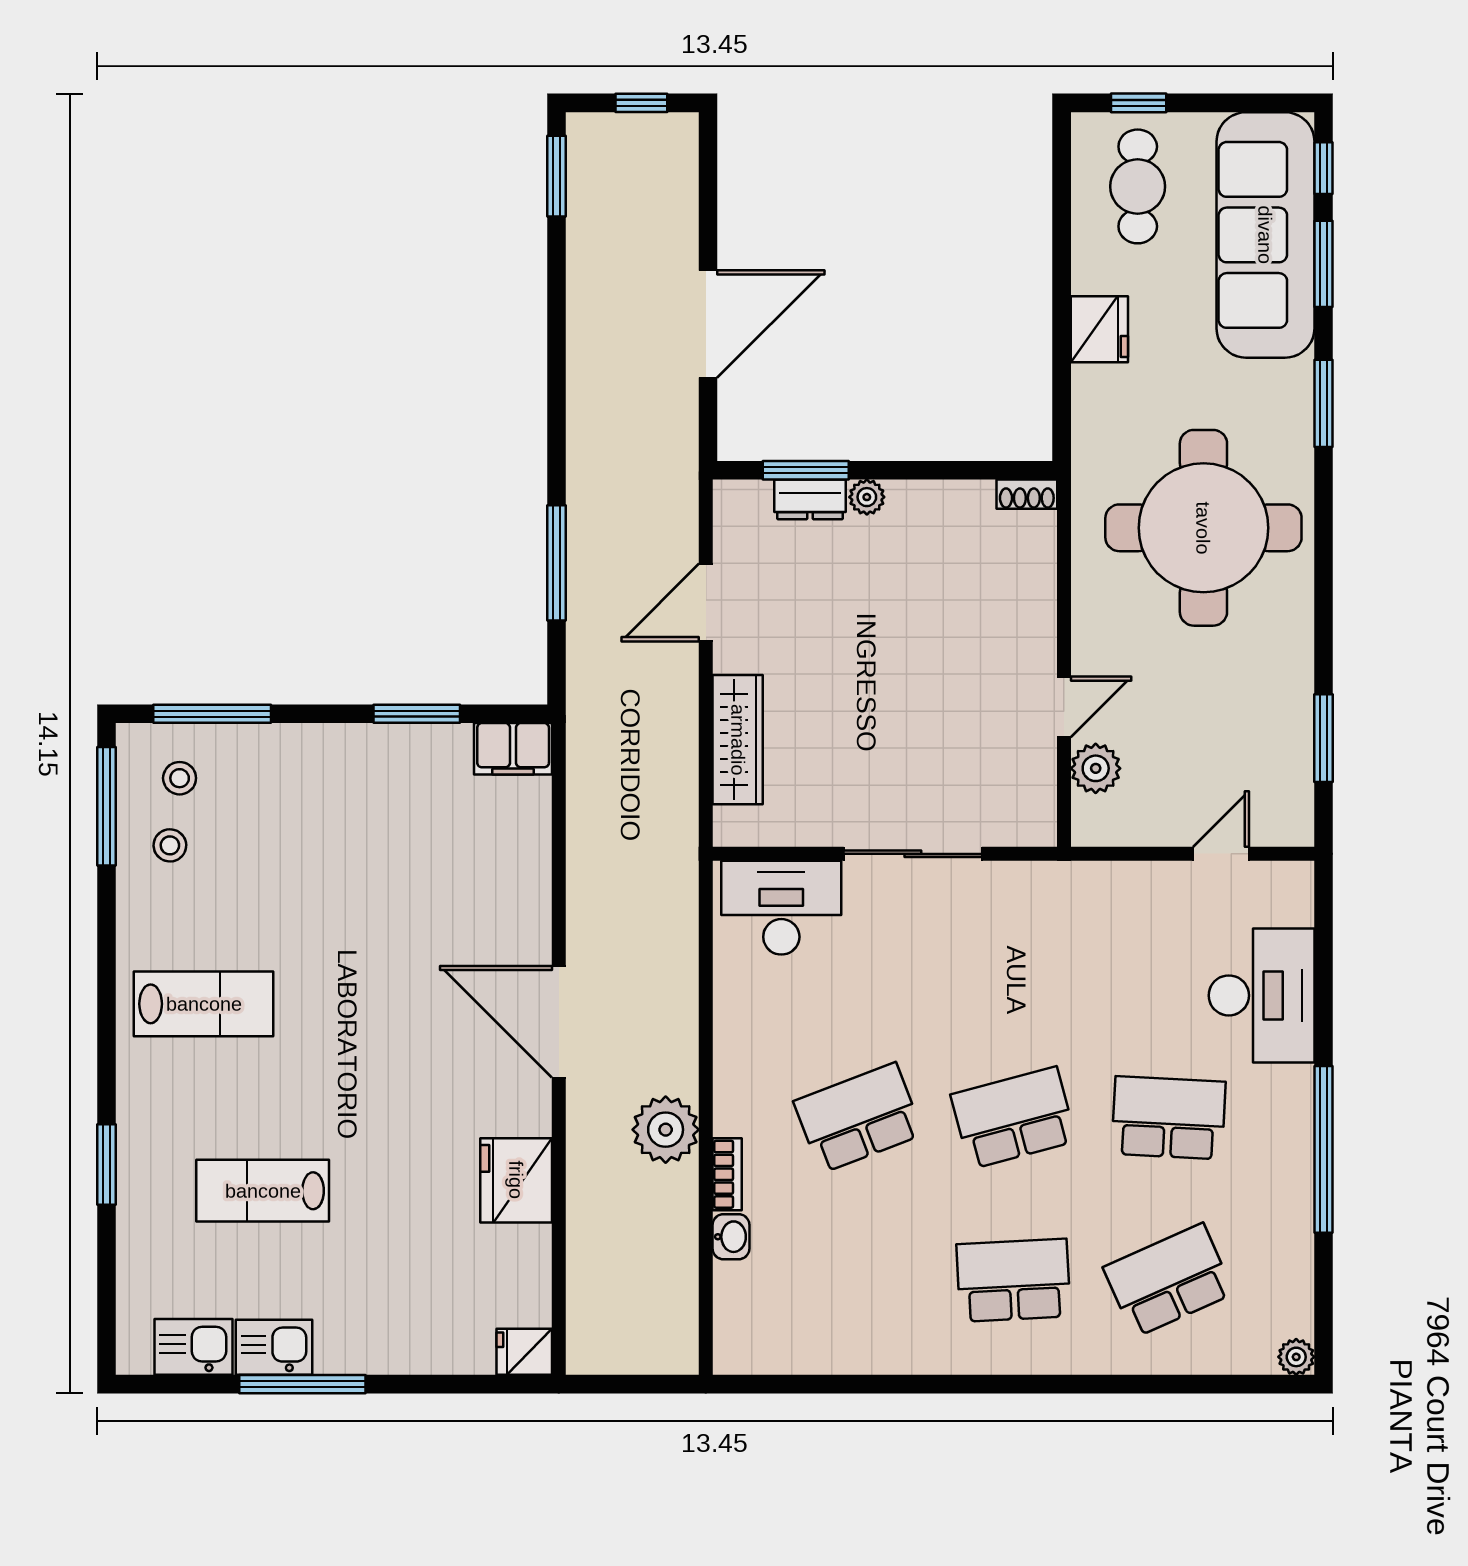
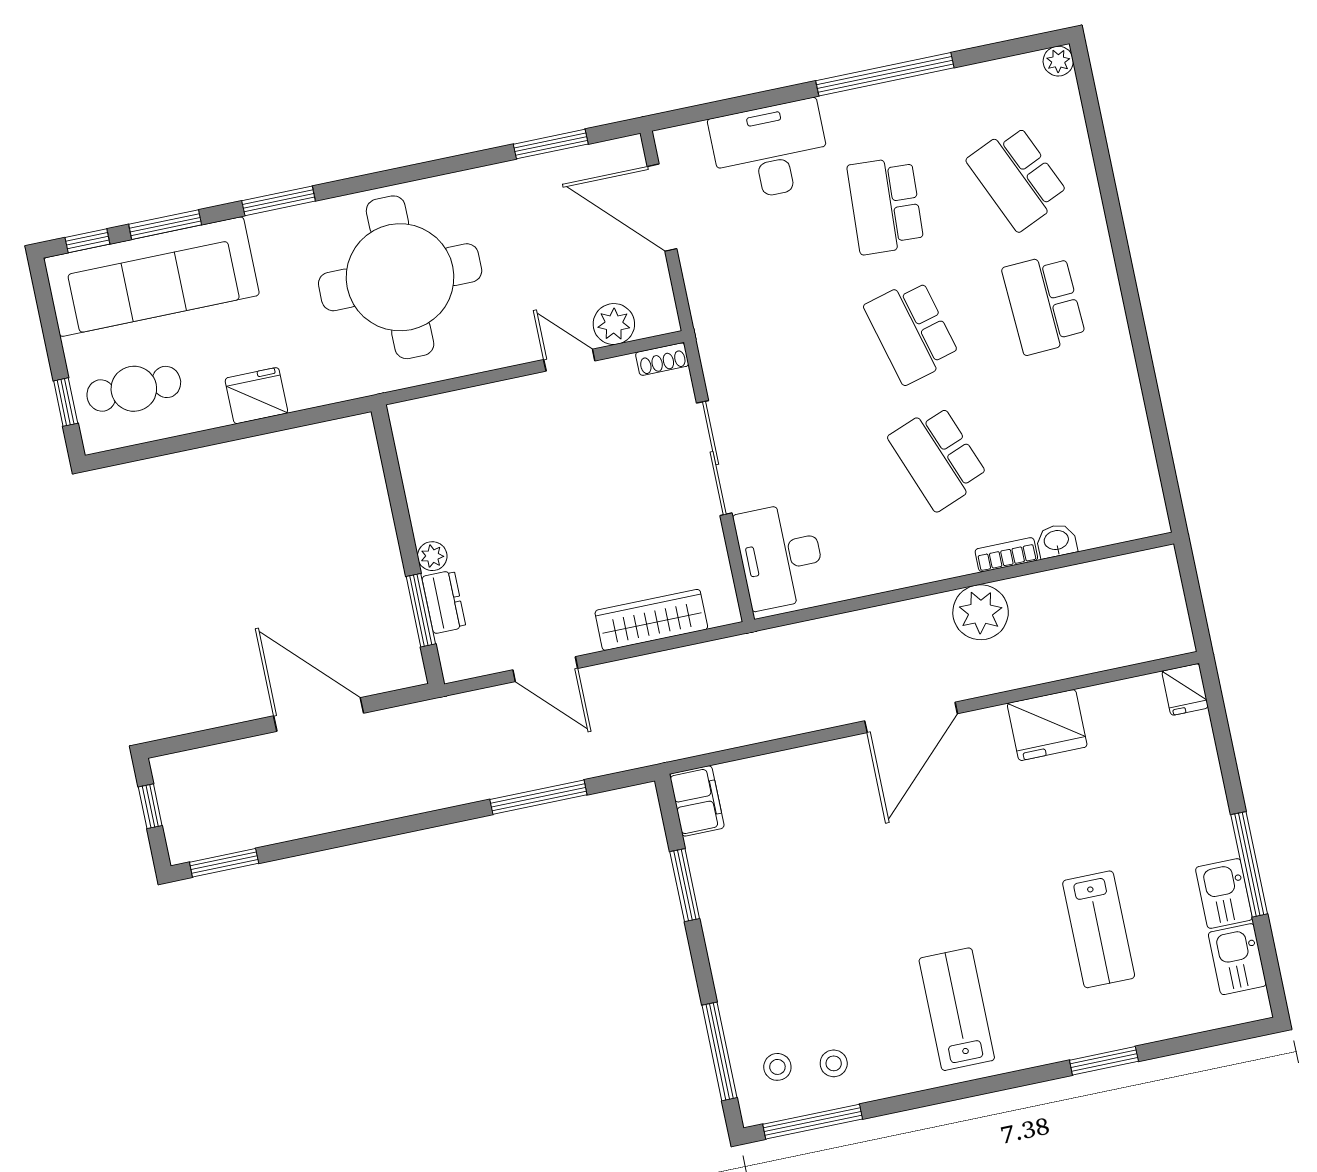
shoe rack: (1027, 494) -> (662, 359), moved, turned 90
door: (1221, 854) -> (662, 208), width x1.88

